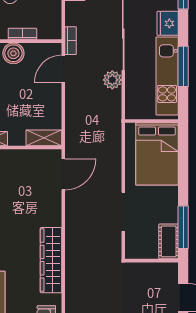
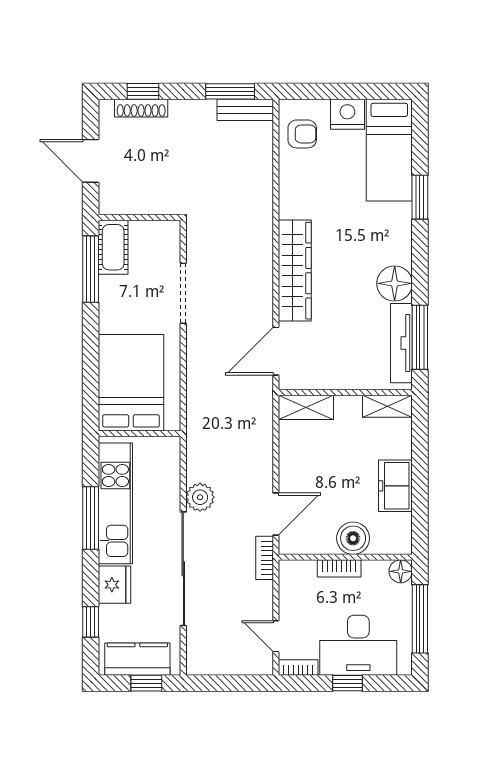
wardrobe: (51, 260) -> (295, 271), moved

